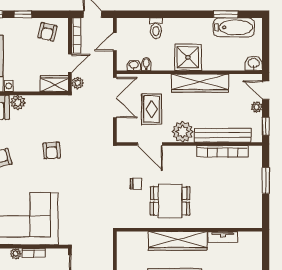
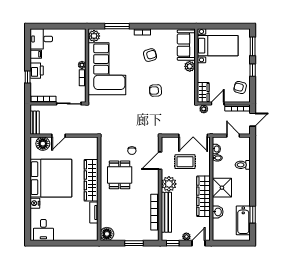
door: (70, 63) -> (218, 104), swing flipped
washbasin: (254, 63) -> (218, 212), moved
floor lamp: (253, 219) -> (107, 234), added

